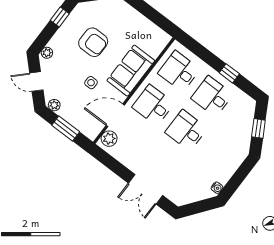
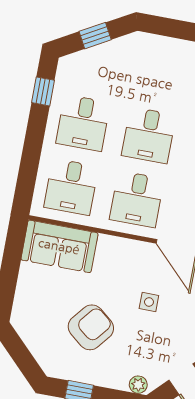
armchair: (93, 42) -> (91, 327), turned 39
sofa: (131, 71) -> (59, 246), moved
window: (229, 73) -> (43, 91), moved

